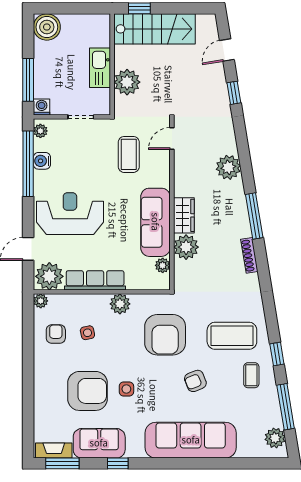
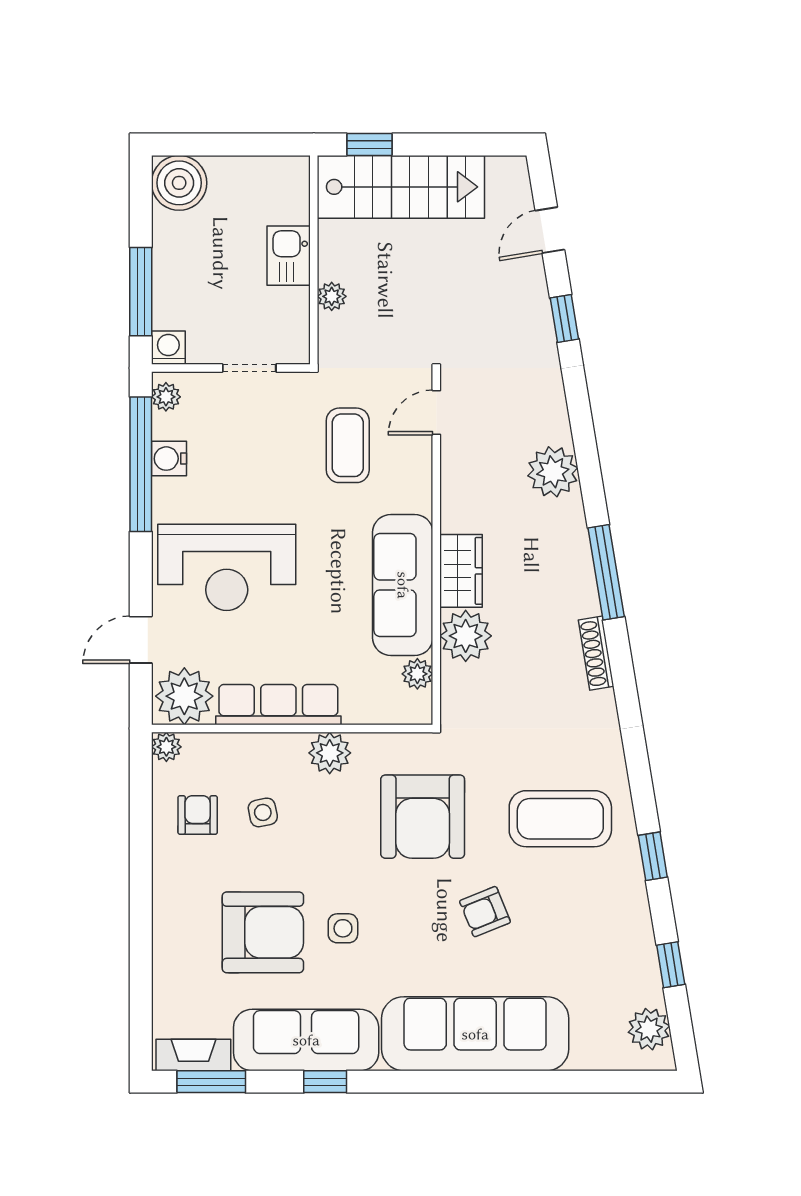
kitchen sink: (100, 68) -> (289, 256), width x0.73
plant: (127, 82) -> (332, 296), width x0.53, depth x0.53
reception desk: (70, 214) -> (227, 567), turned 180
coffee table: (251, 375) -> (600, 900), removed
window: (286, 407) -> (671, 965), width x0.46
sofa: (99, 443) -> (306, 1040), width x1.36

